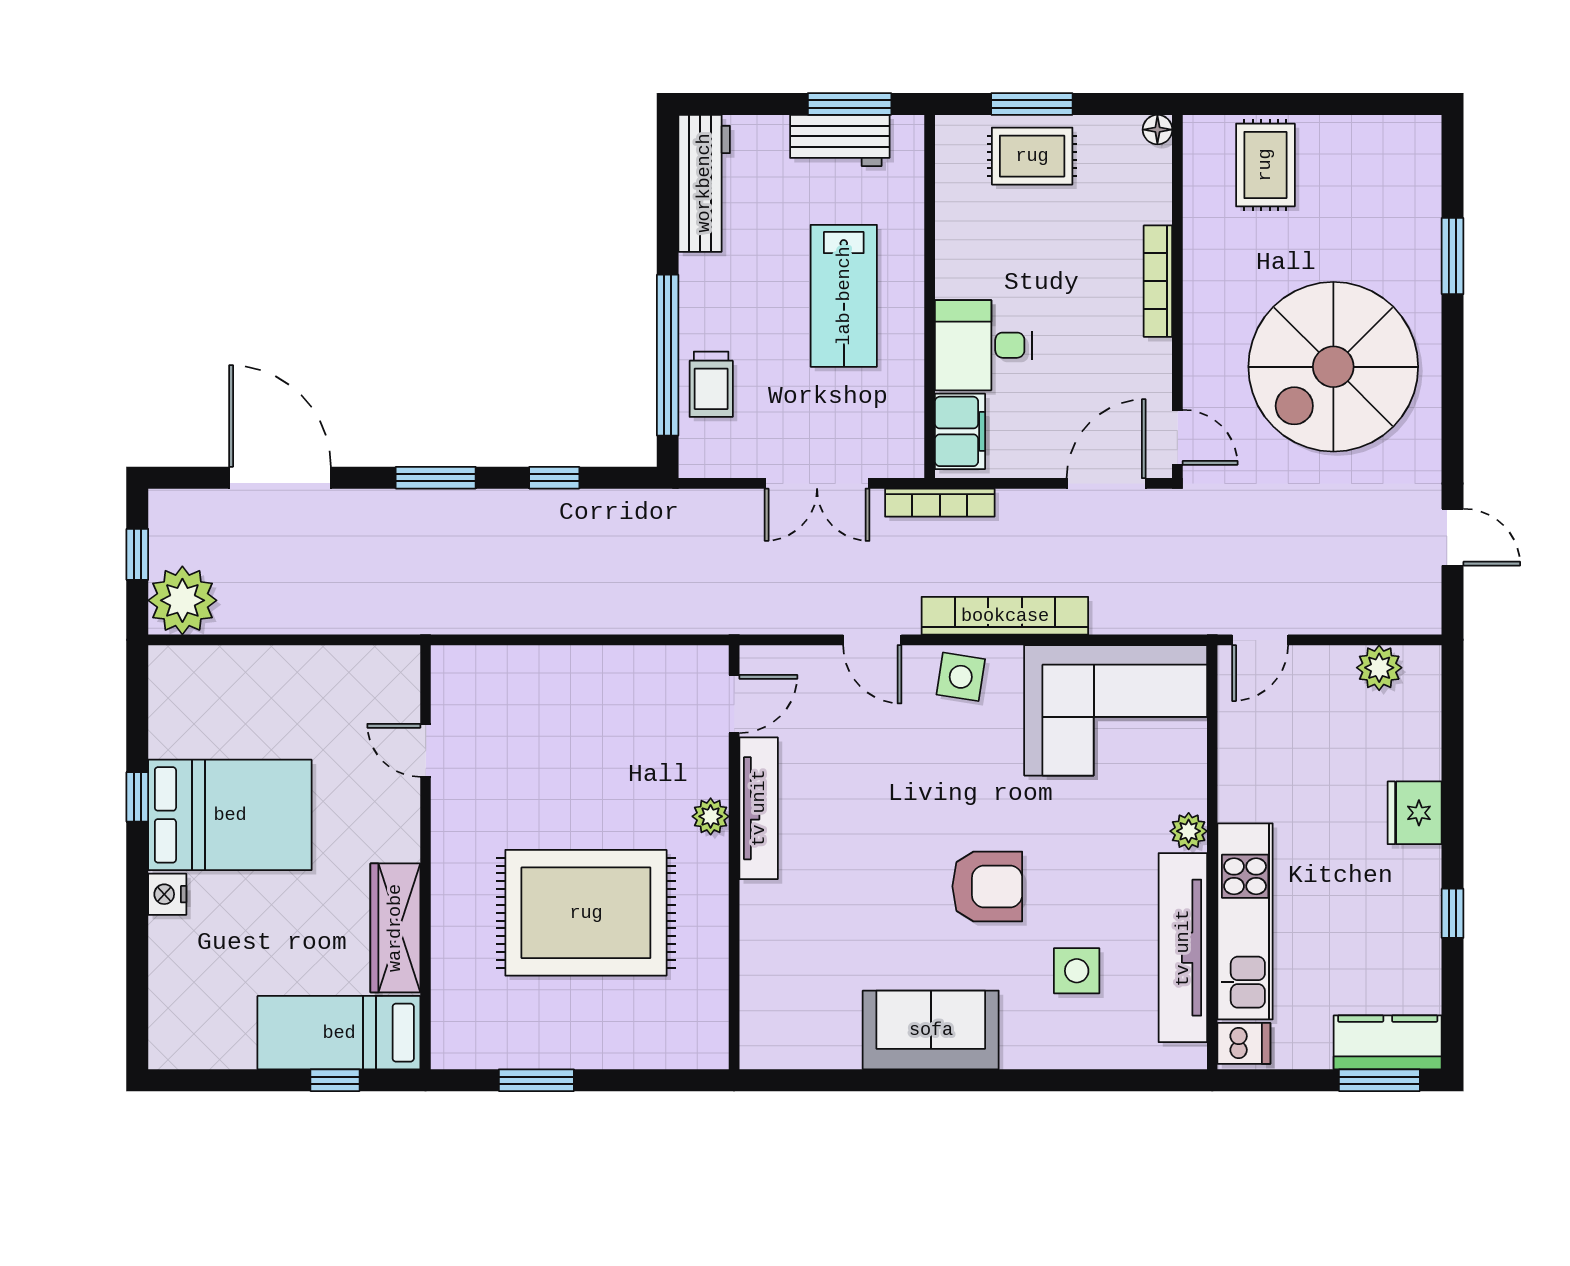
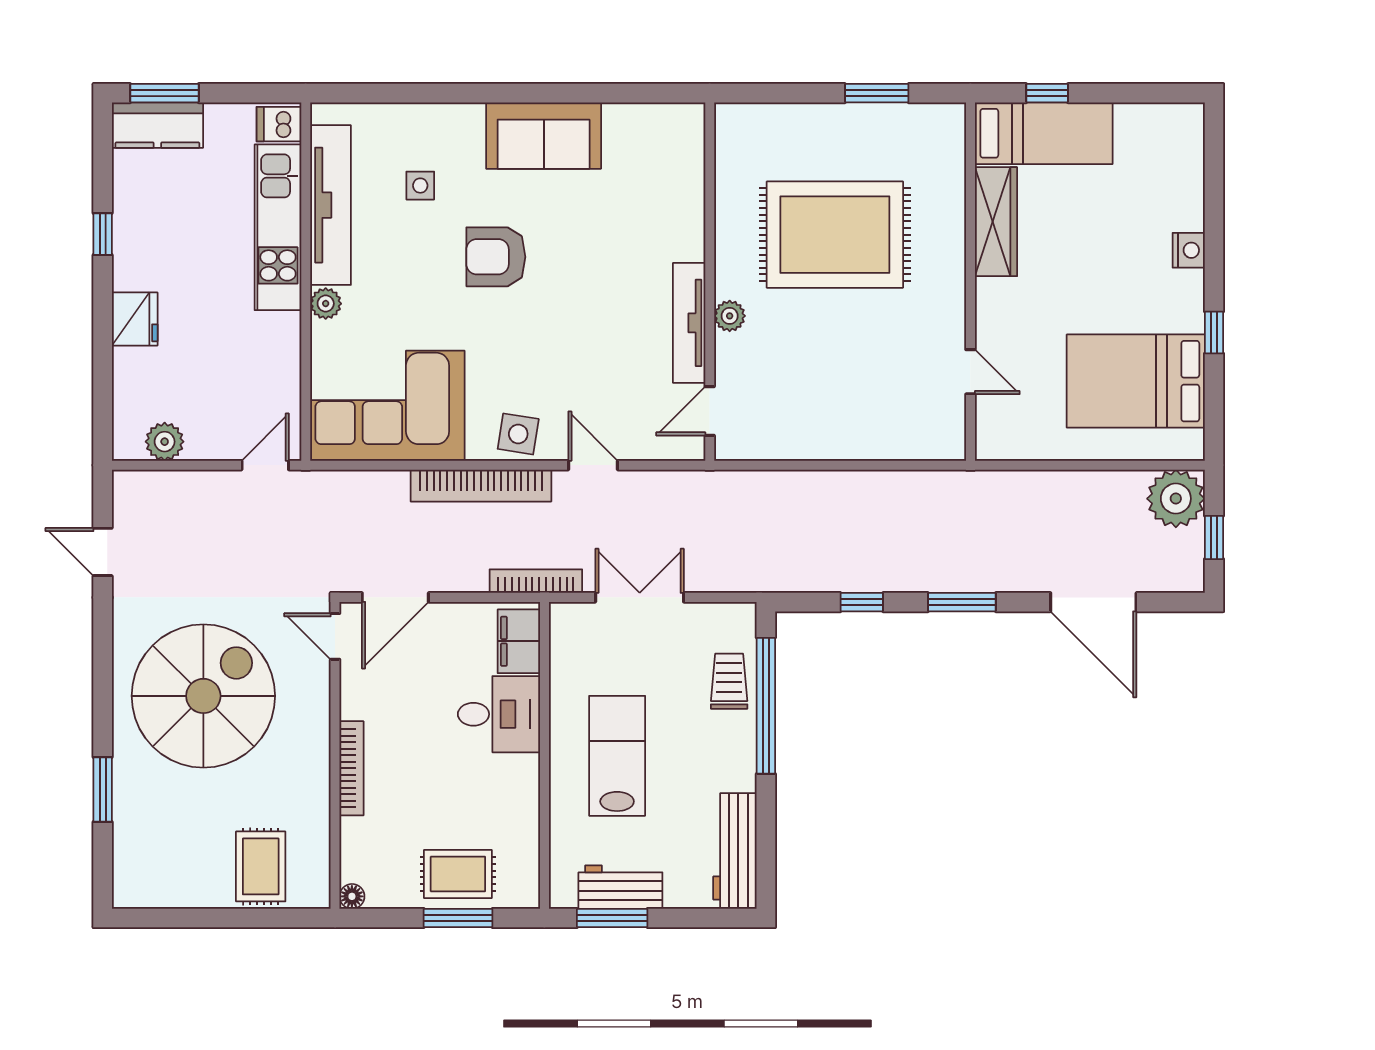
bed: (230, 815) -> (1136, 381), moved
side table: (1077, 971) -> (420, 186), width x0.73, depth x0.73

